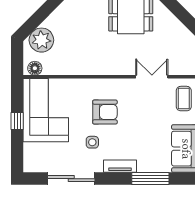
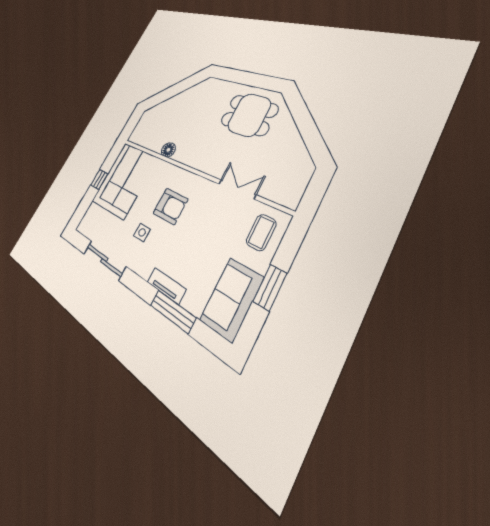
plant: (41, 40) -> (158, 115), removed
floor lamp: (35, 68) -> (168, 150), moved
tv unit: (120, 166) -> (166, 286), moved

